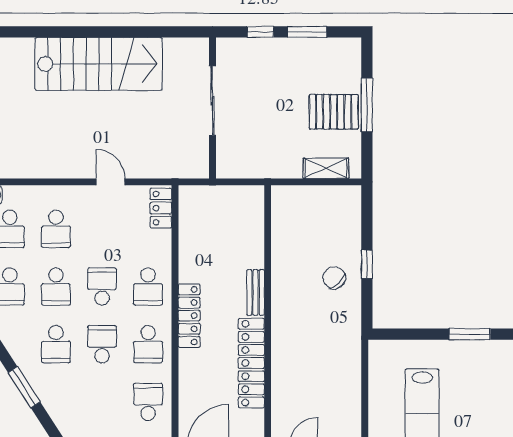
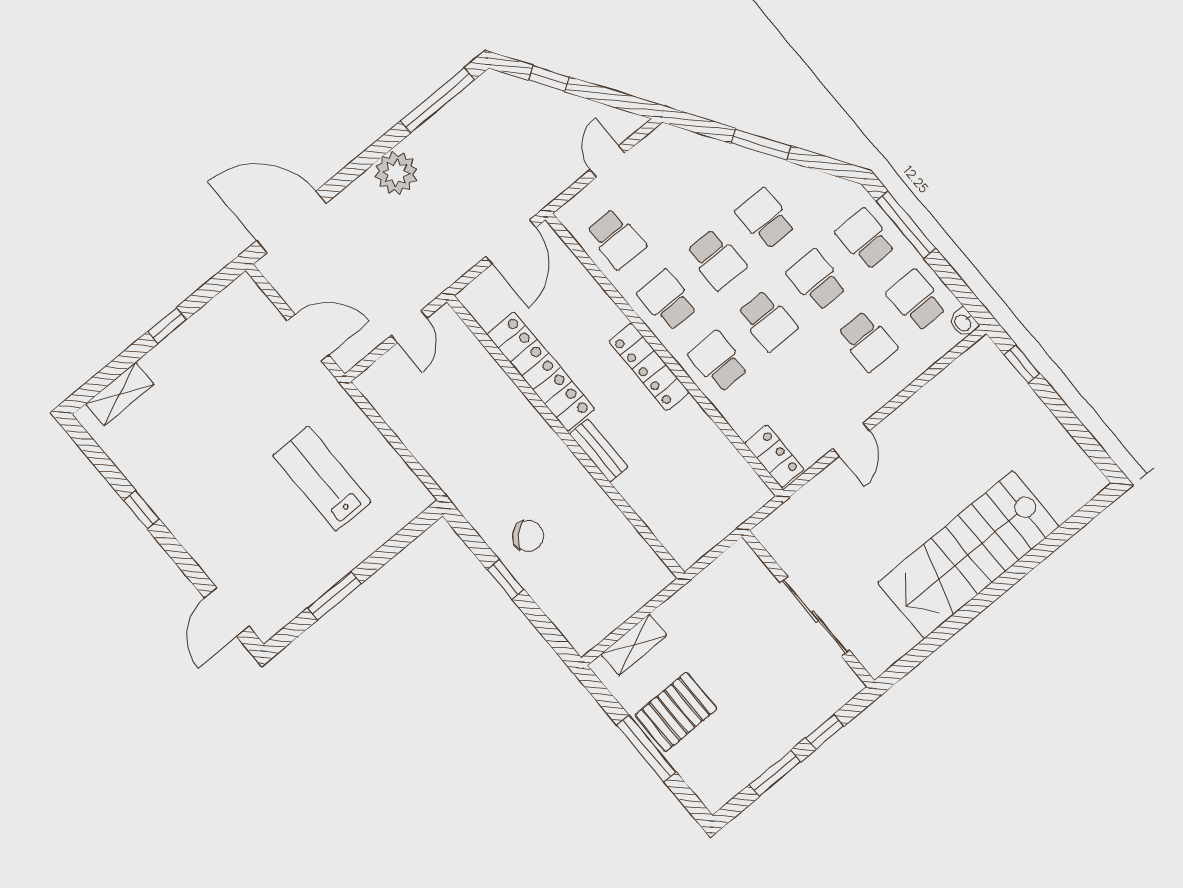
door: (111, 182) -> (851, 440), hinge flipped
school desk: (56, 229) -> (868, 341), turned 180

